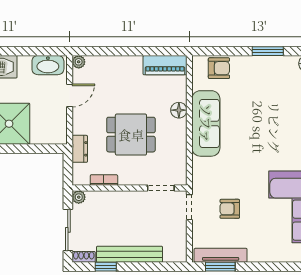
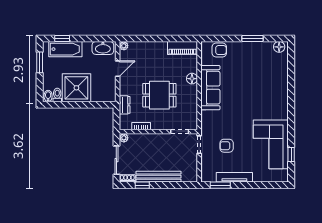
tv unit: (221, 255) -> (234, 177), moved

